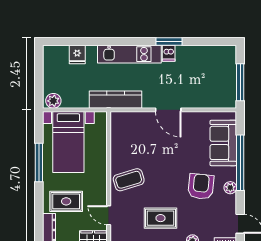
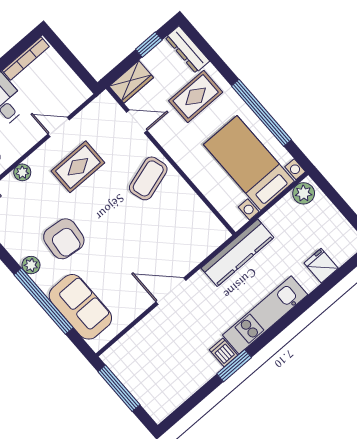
window: (39, 163) -> (261, 113), width x1.46

